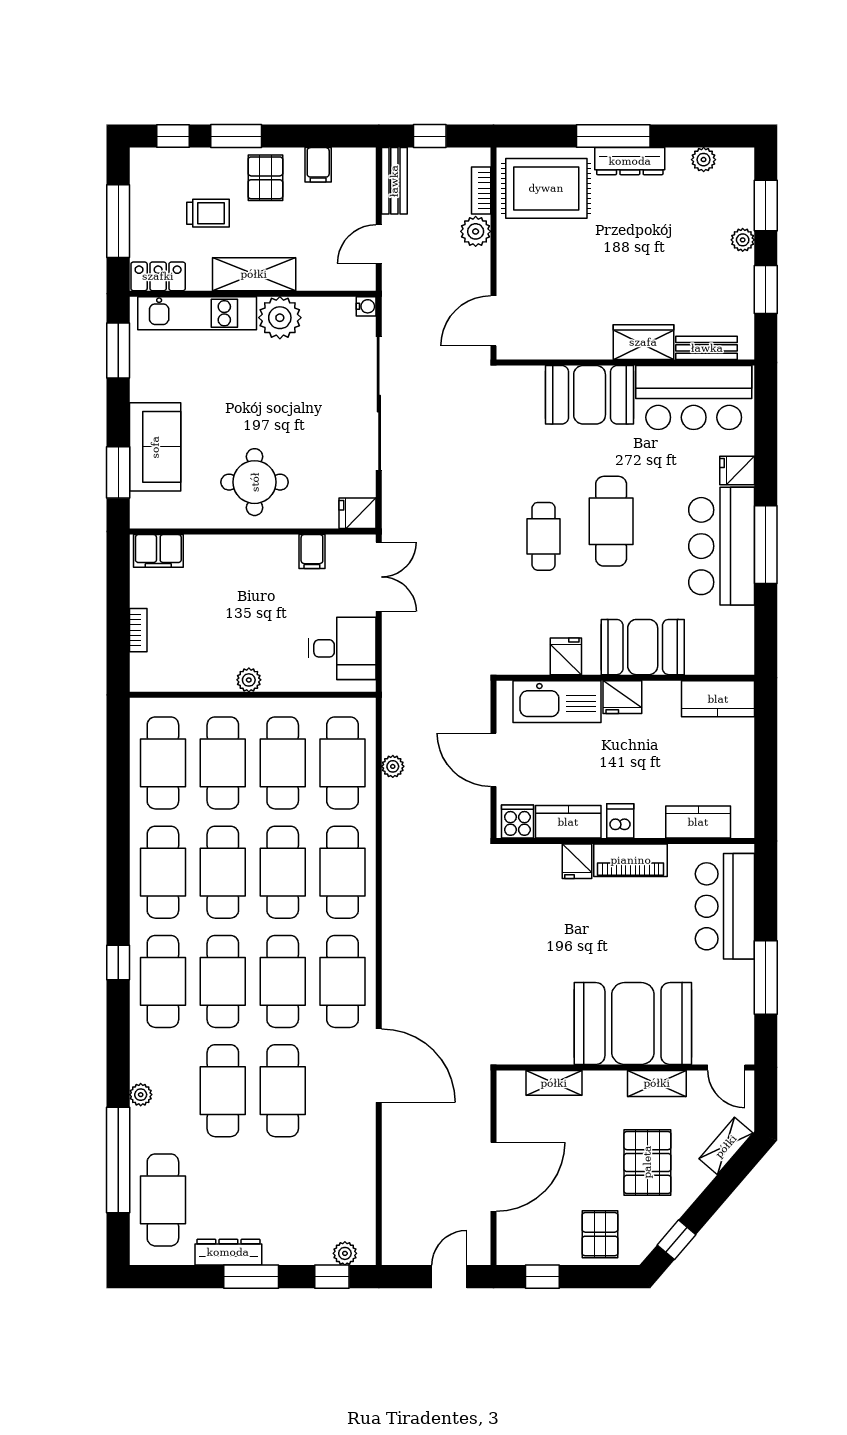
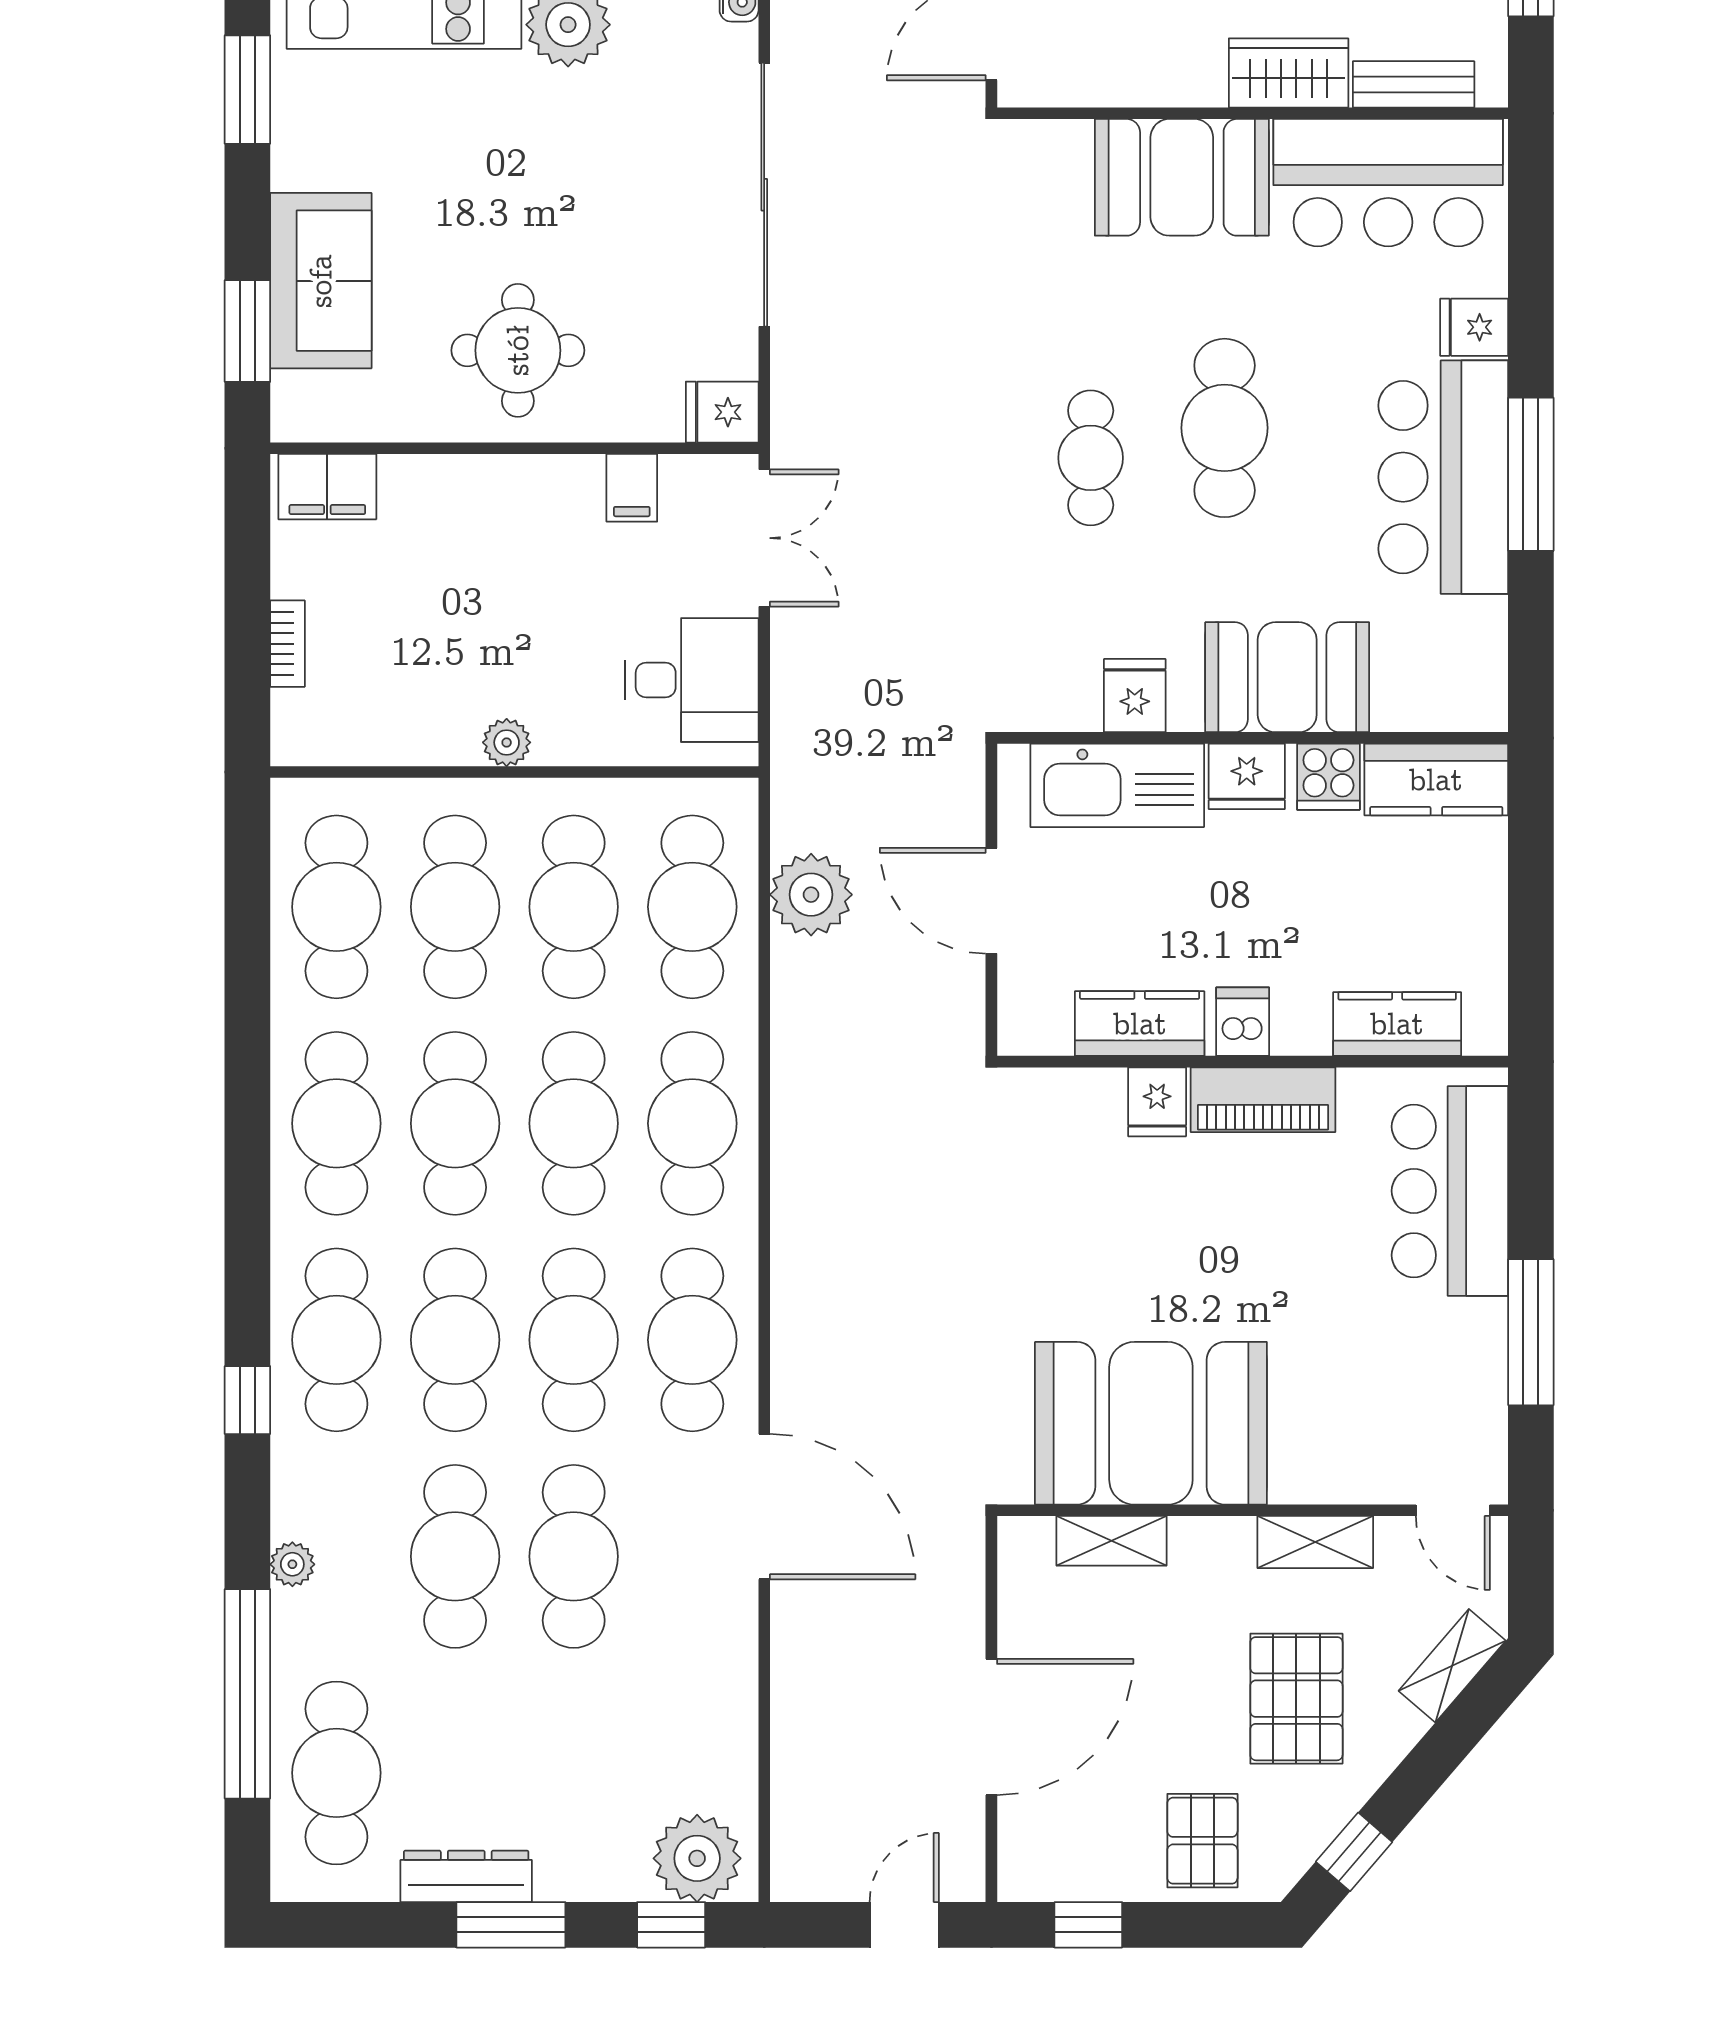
plant: (393, 766) -> (811, 895), width x1.88, depth x1.88
cooker: (517, 821) -> (1328, 777), moved, turned 180
window: (118, 963) -> (247, 1400), moved
booth: (633, 1024) -> (1151, 1423), moved
plant: (345, 1253) -> (697, 1858), width x1.88, depth x1.88

